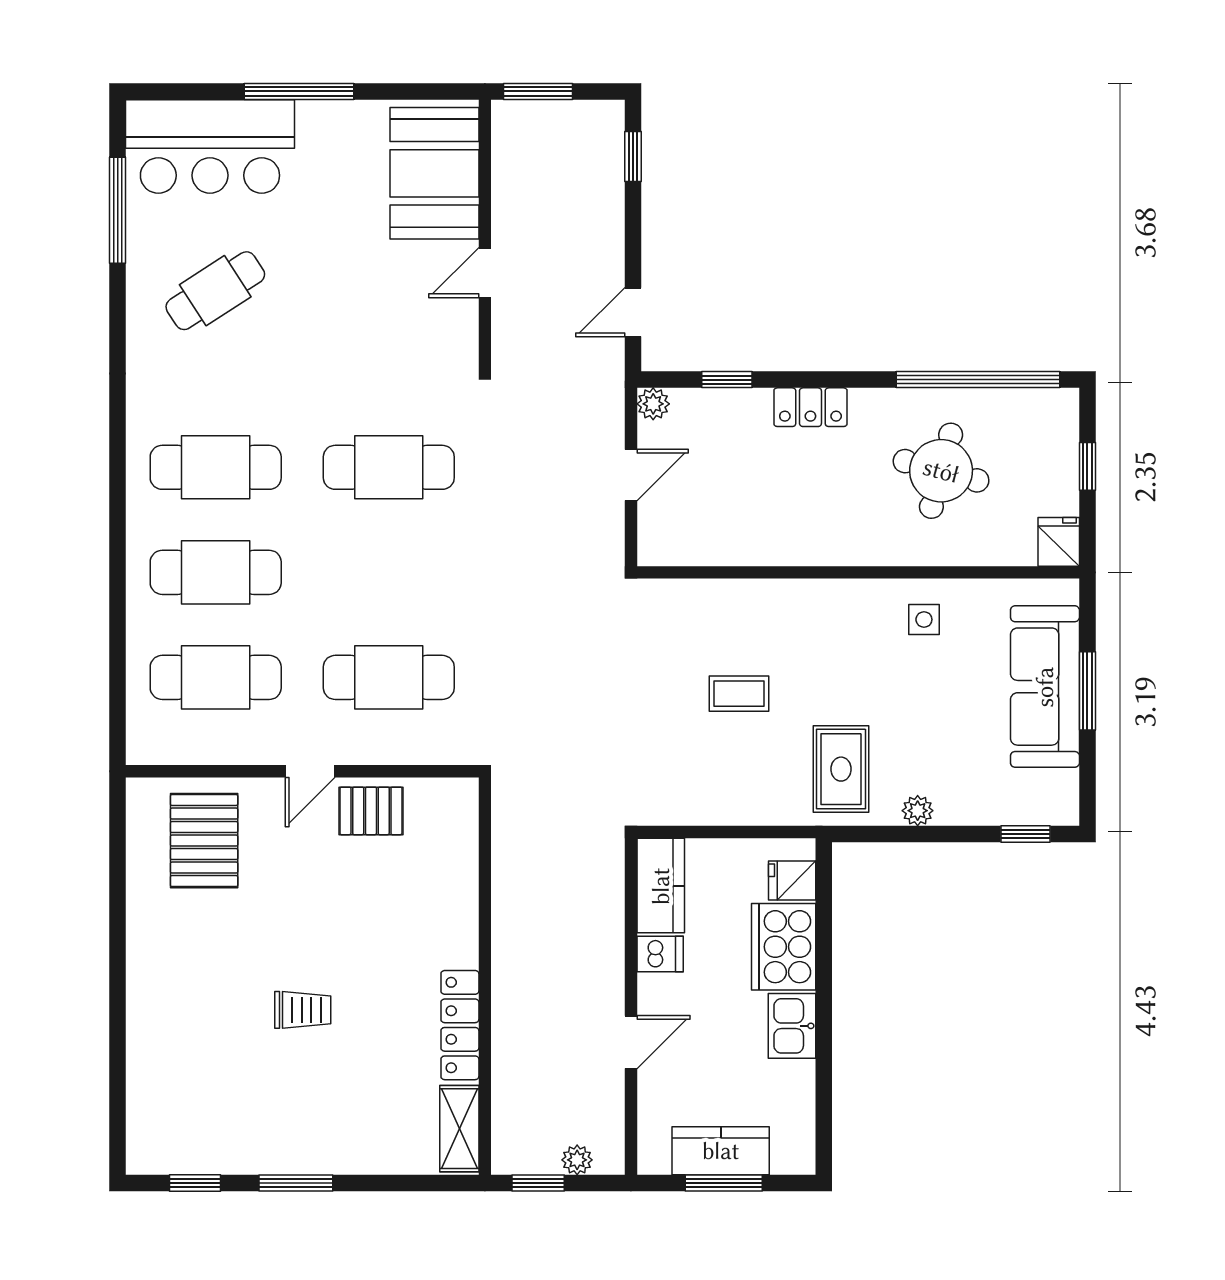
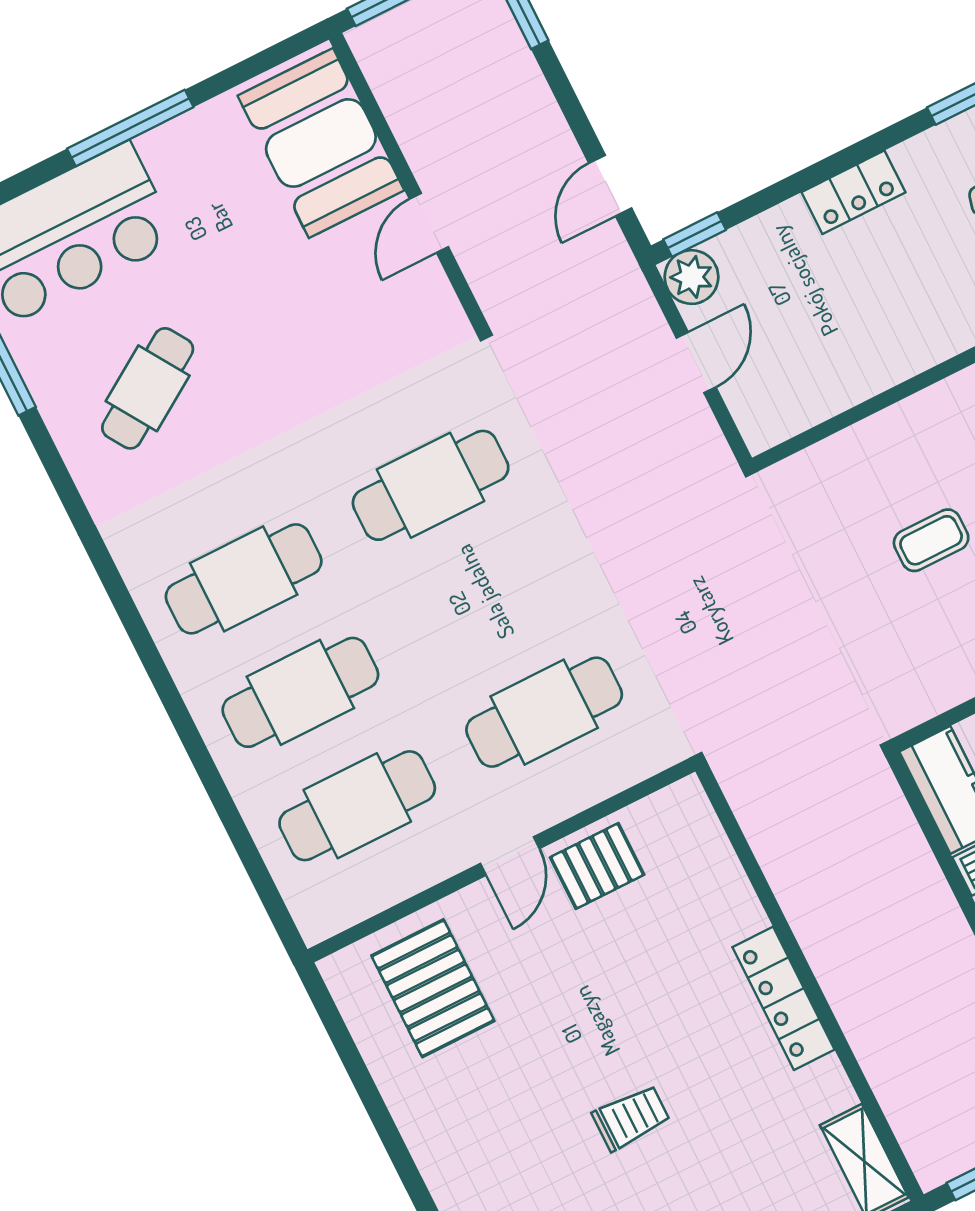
window: (727, 380) -> (695, 235), moved
plant: (653, 404) -> (692, 277), width x1.38, depth x1.38
locker: (460, 1025) -> (784, 998), moved

